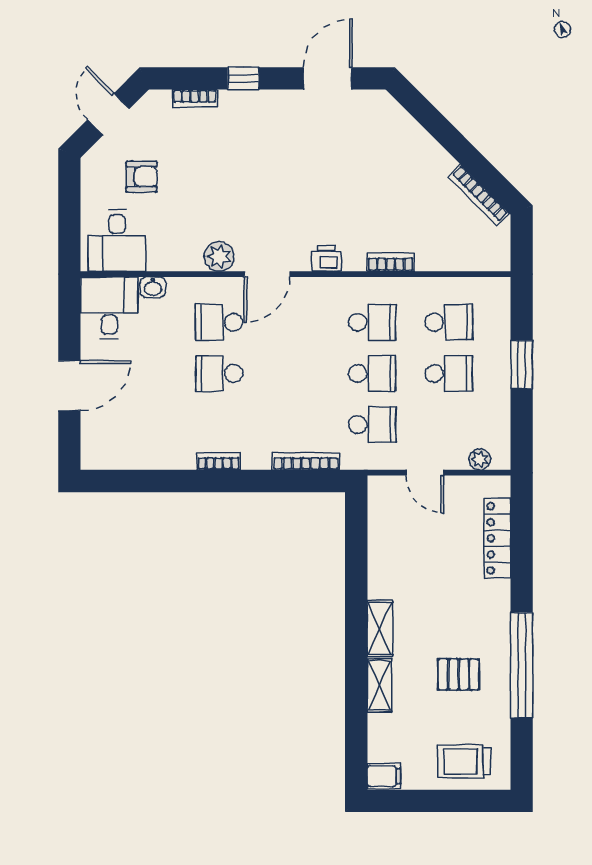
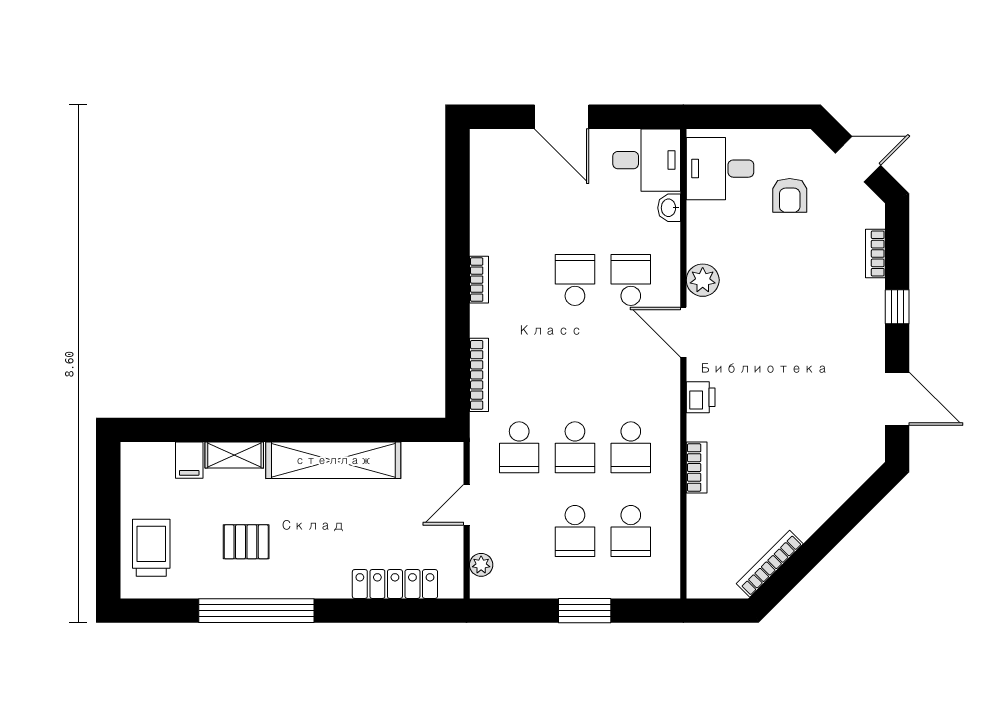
shelving: (380, 628) -> (333, 460), width x2.20, depth x1.33
pallet: (459, 674) -> (246, 542), turned 90
filing cabinet: (384, 776) -> (189, 460), moved

